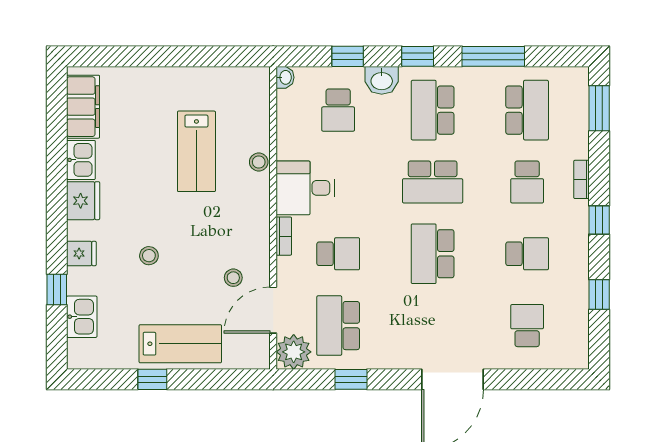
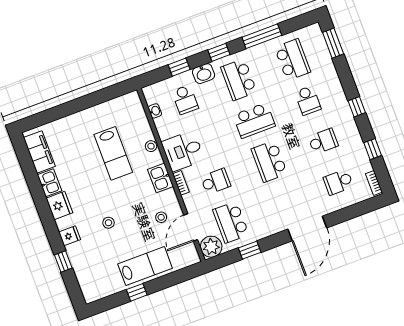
washbasin: (285, 77) -> (155, 111), moved
bookcase: (581, 179) -> (374, 183), moved
kitchen sink: (82, 317) -> (160, 178), moved, turned 180
school desk: (527, 326) -> (338, 182), turned -90

